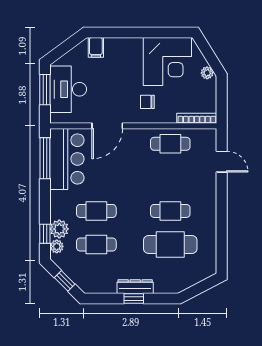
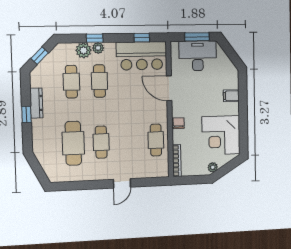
filing cabinet: (96, 47) -> (231, 96), moved
chair: (147, 102) -> (179, 123), moved
window: (45, 158) -> (142, 38), width x0.46
door: (222, 162) -> (122, 183), moved
window: (45, 234) -> (95, 38), moved
plant: (57, 246) -> (98, 48), moved
dresser: (135, 287) -> (36, 103), moved

